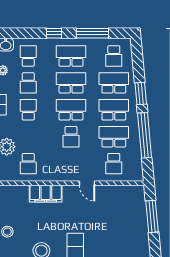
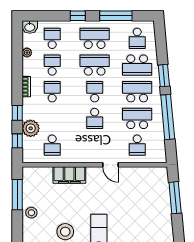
school desk: (28, 83) -> (52, 65), turned 180
school desk: (114, 83) -> (137, 65), turned 180
school desk: (71, 110) -> (95, 92), width x0.54

